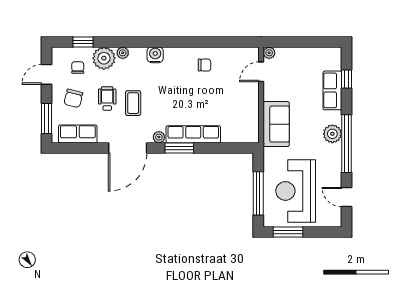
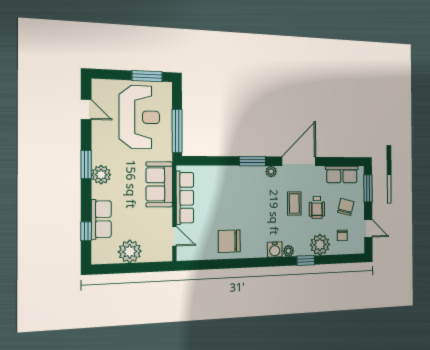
window: (83, 42) -> (306, 260), moved
plant: (123, 53) -> (289, 251), moved
plant: (269, 53) -> (130, 252), moved, width x1.87, depth x1.87
chair: (204, 65) -> (229, 241), width x1.87, depth x1.87
door: (261, 72) -> (174, 236), hinge flipped
door: (46, 74) -> (368, 228), hinge flipped
row of seats: (193, 134) -> (185, 198), moved, turned -90
window: (346, 144) -> (86, 164), width x0.47
window: (258, 193) -> (177, 131), moved

